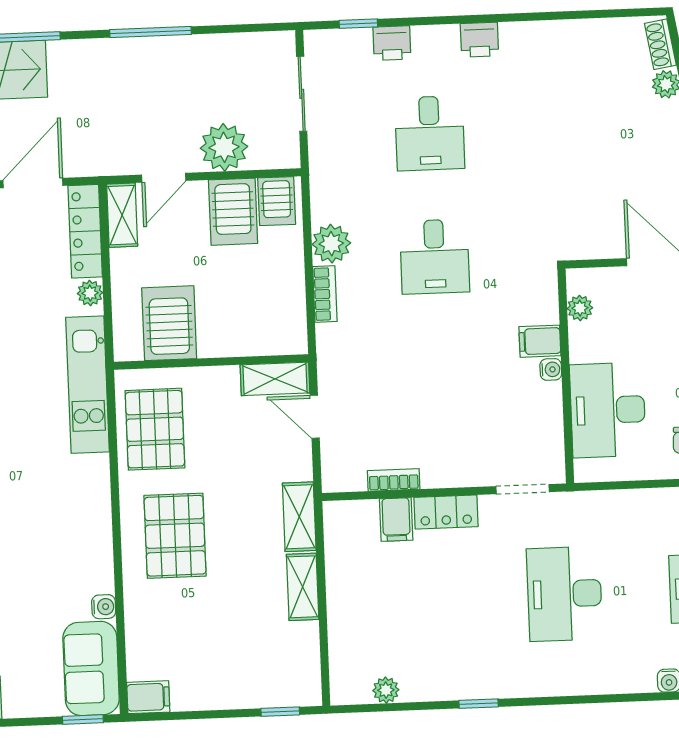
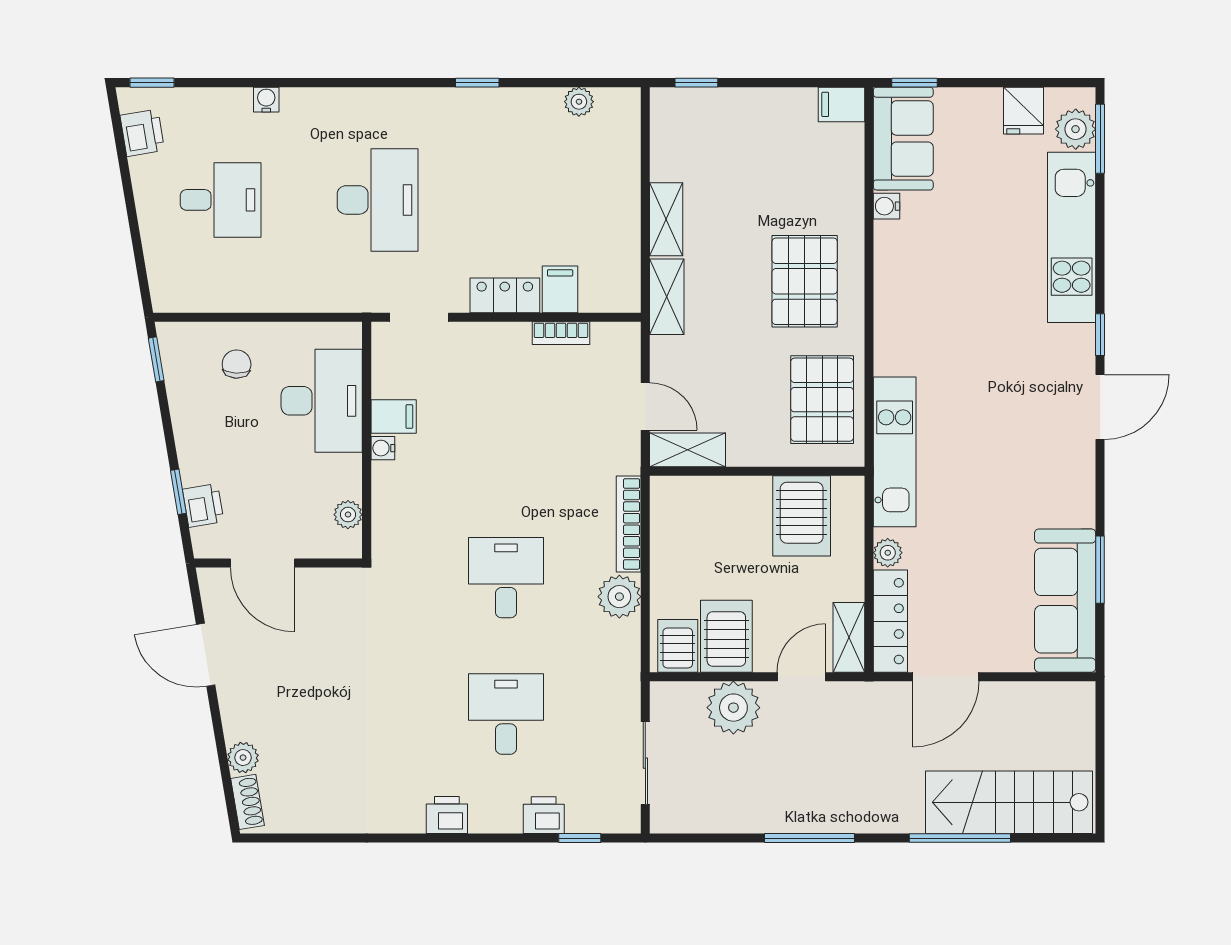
bookcase: (325, 294) -> (629, 524), width x1.56
filing cabinet: (540, 341) -> (394, 416), moved

